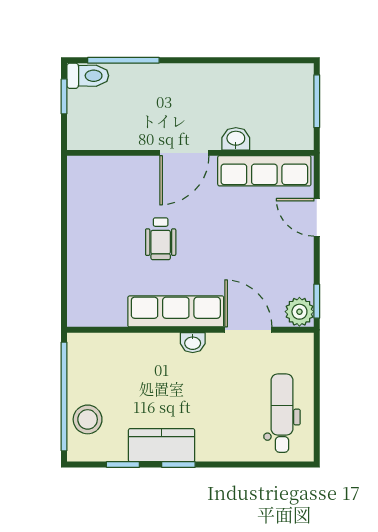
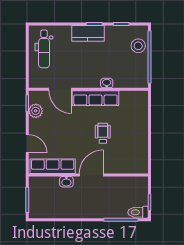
plant: (299, 312) -> (36, 111), moved
washbasin: (193, 343) -> (107, 83), moved
kitchen counter: (162, 445) -> (88, 33), moved

